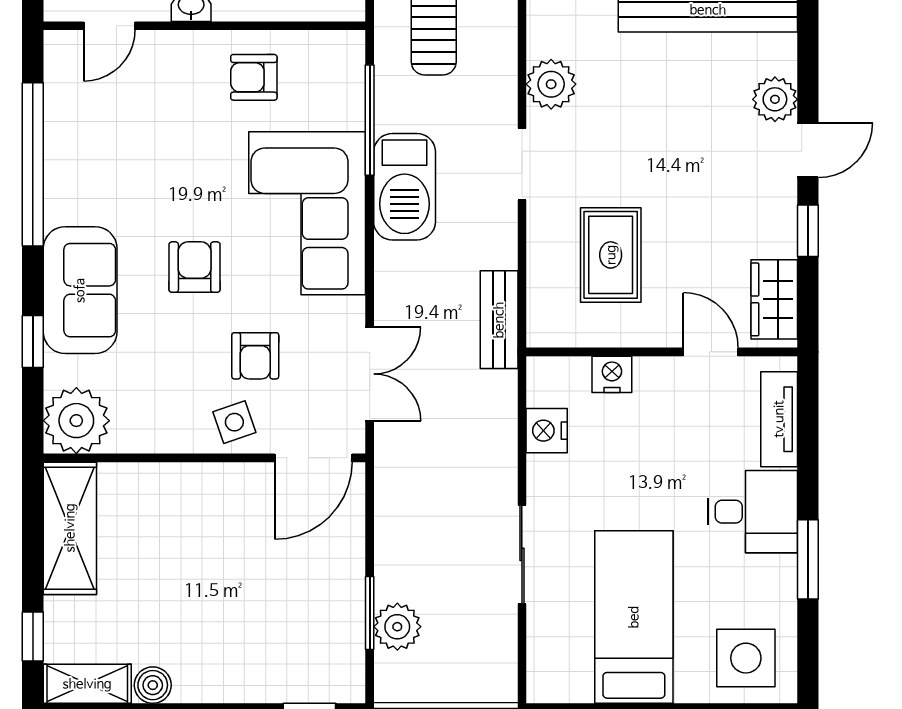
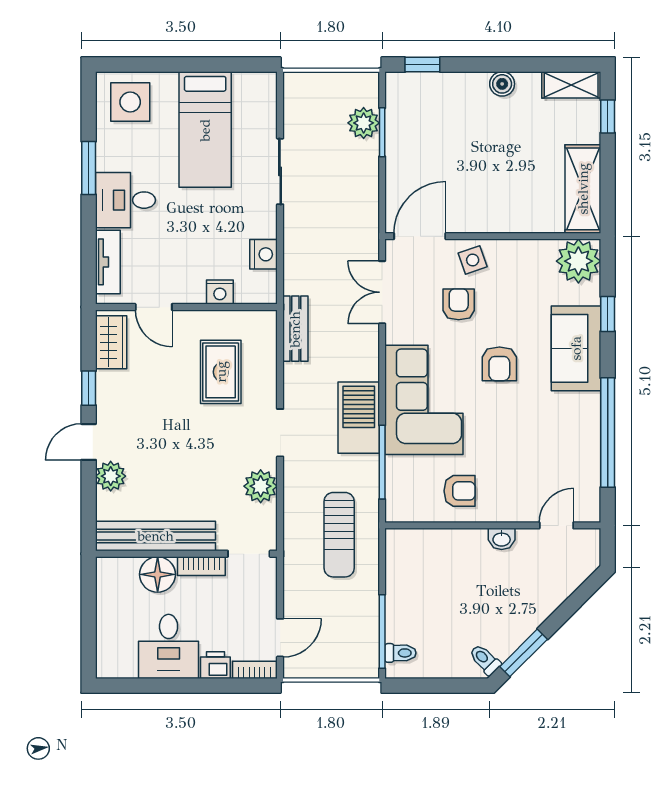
boiler: (153, 685) -> (502, 84), moved

